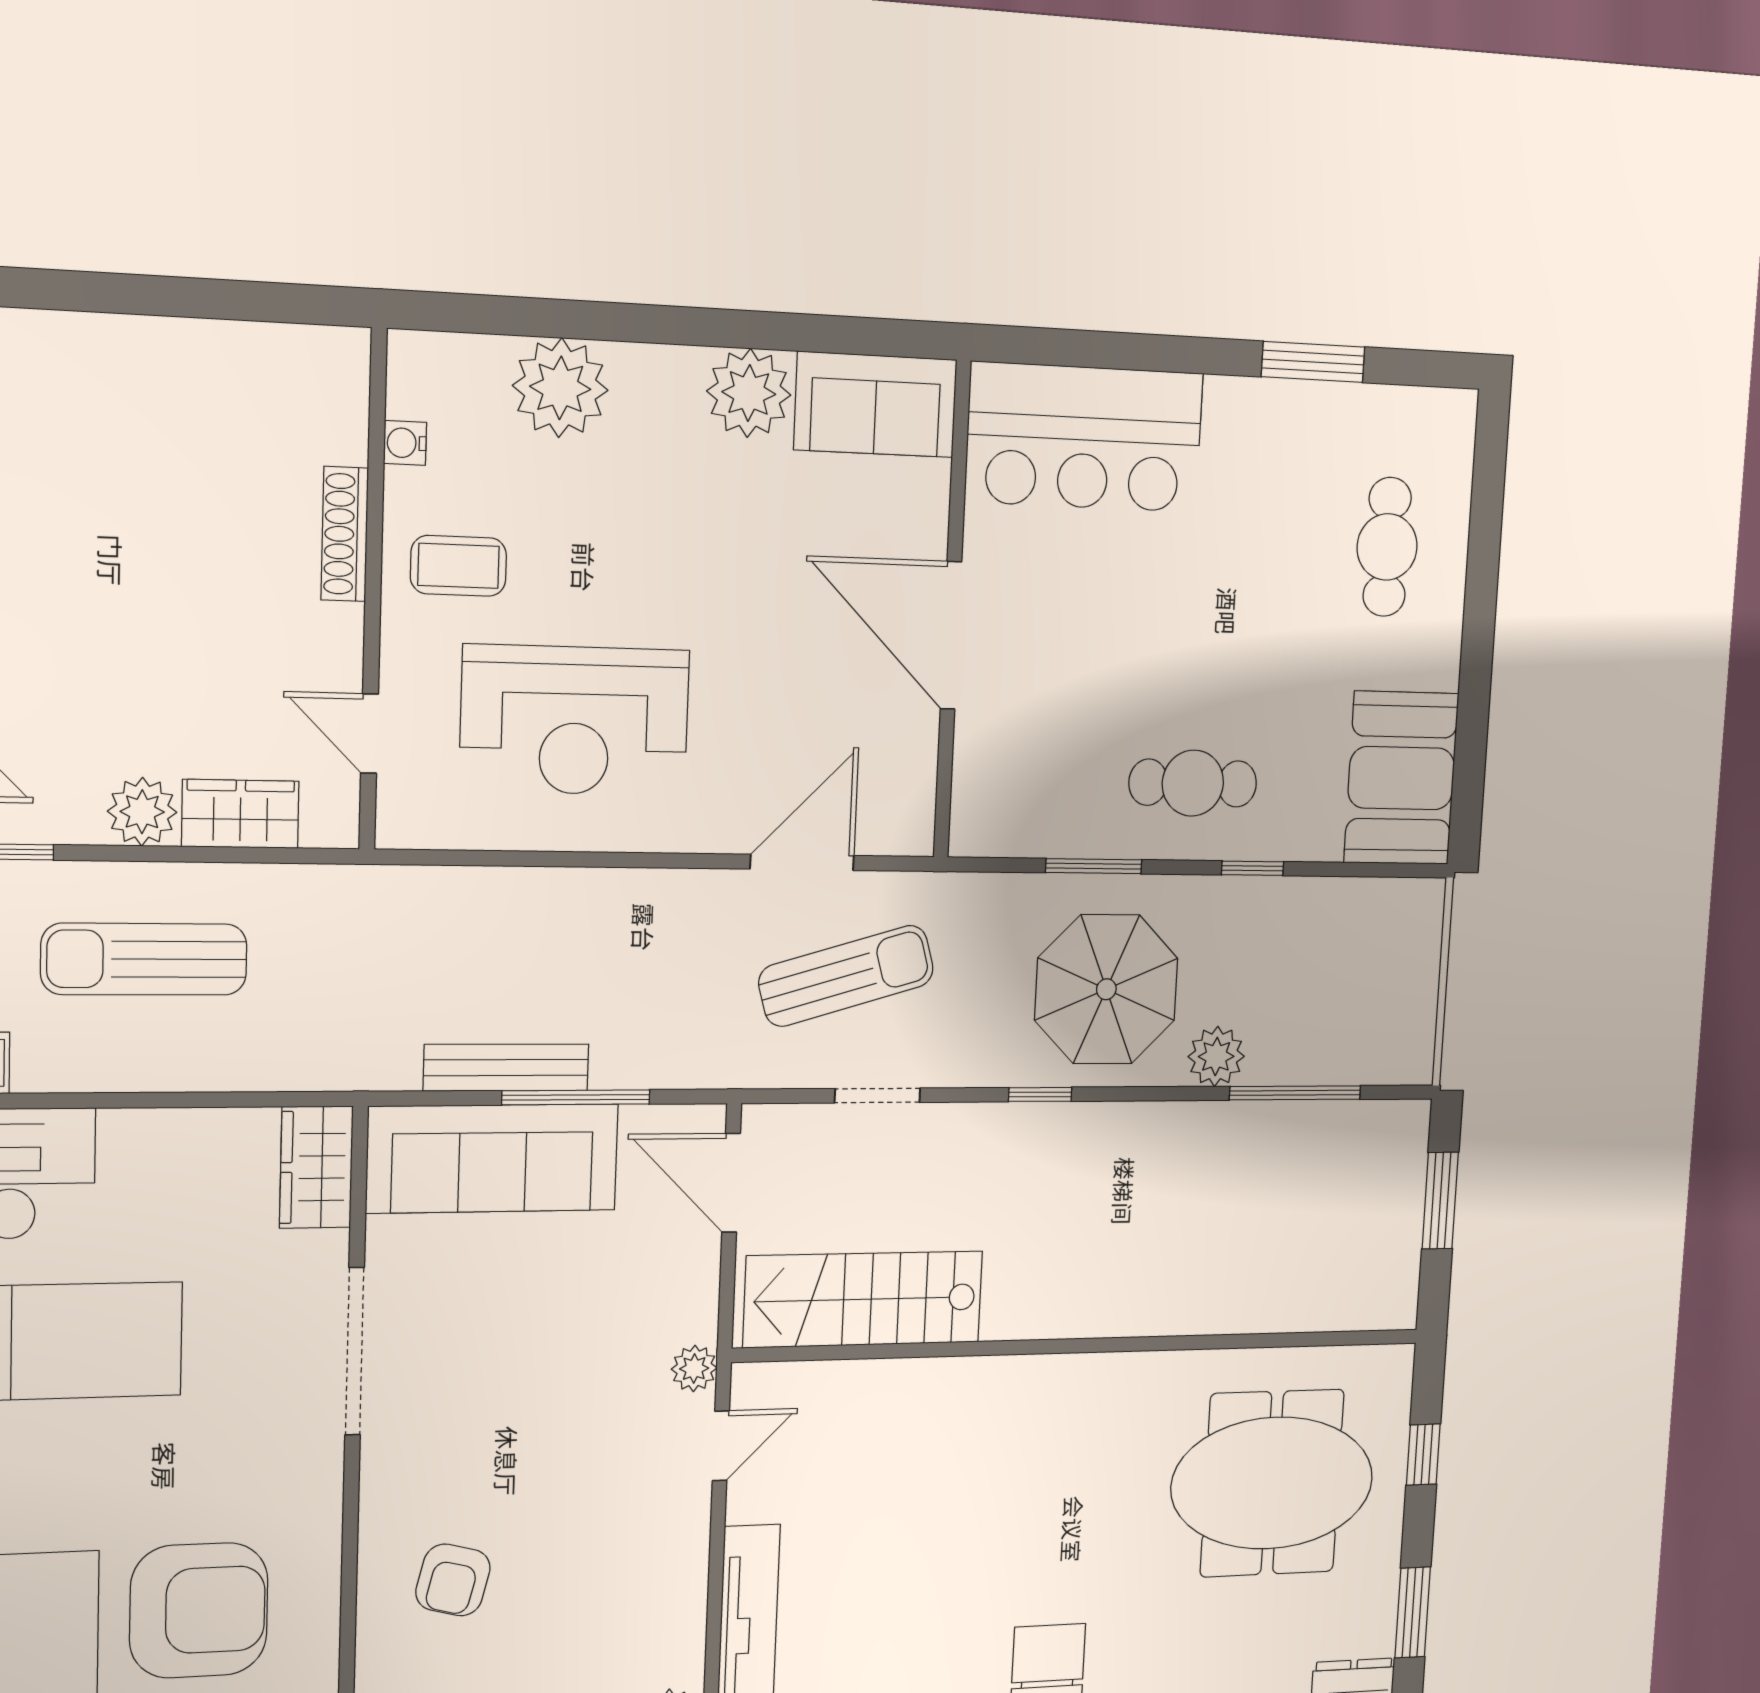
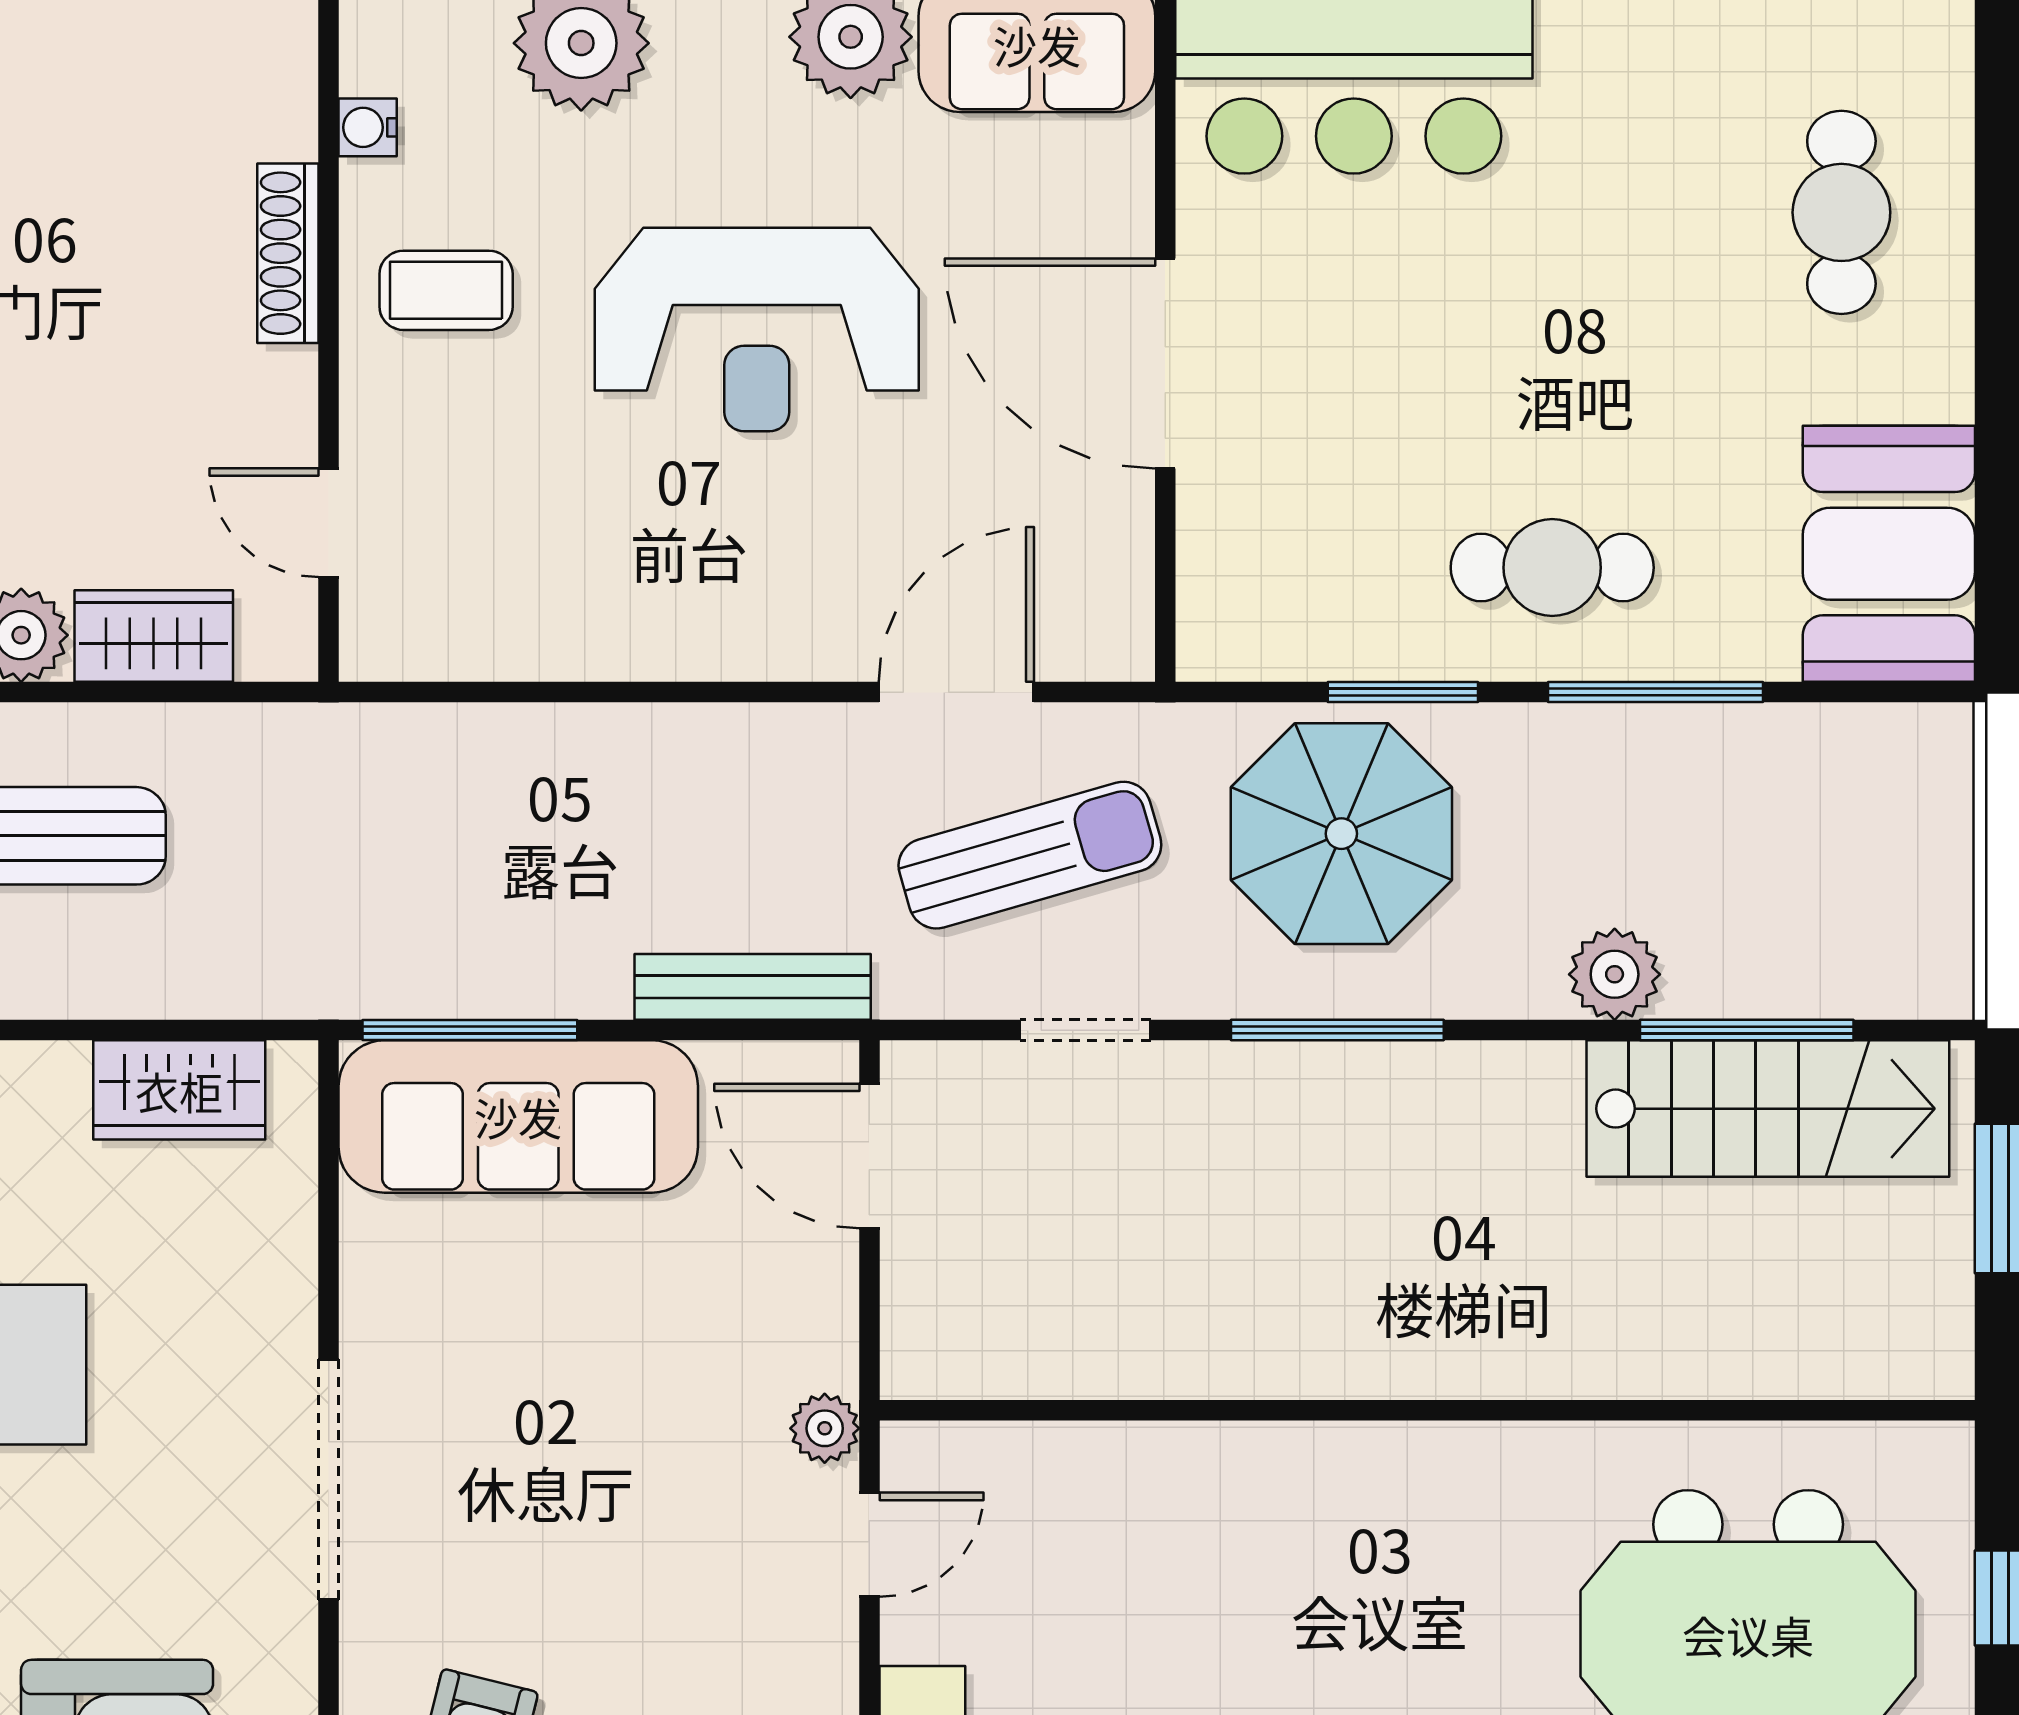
reception desk: (575, 720) -> (757, 329), moved
window: (1252, 868) -> (1655, 692), width x2.17
parasol: (1106, 989) -> (1341, 834), moved
bench: (506, 1068) -> (753, 987), moved
window: (1040, 1094) -> (1337, 1030), width x2.17
window: (576, 1097) -> (470, 1030), moved
wardrobe: (316, 1167) -> (179, 1090), moved, turned -90
stairs: (863, 1299) -> (1768, 1109), moved, turned 180
doorway: (355, 1351) -> (329, 1480), moved

